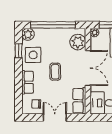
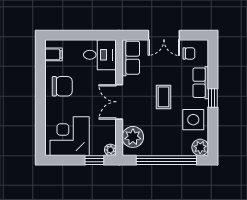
window: (19, 51) -> (213, 98), moved
double door: (88, 68) -> (119, 102), width x0.73

